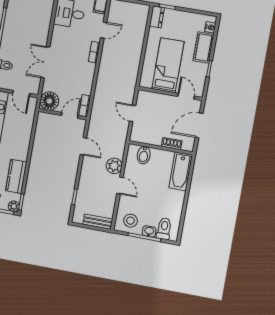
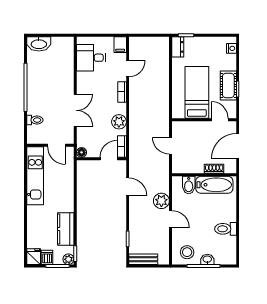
cot: (203, 48) -> (228, 85), moved
double door: (45, 62) -> (75, 110), swing flipped
plant: (86, 81) -> (119, 122), added
floor lamp: (49, 101) -> (82, 152), width x0.53, depth x0.53
bathtub: (181, 171) -> (214, 185), moved, turned -90
bench: (98, 222) -> (143, 259), moved
toilet: (164, 229) -> (226, 229), moved, turned -90

